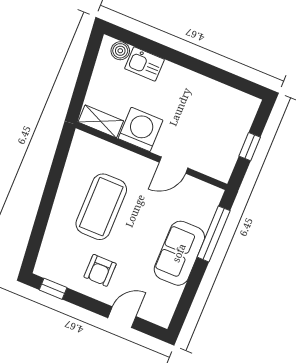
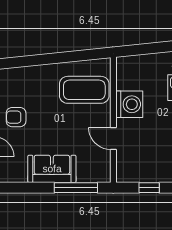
shelving: (101, 121) -> (123, 73), removed
coffee table: (101, 207) -> (84, 90), moved

